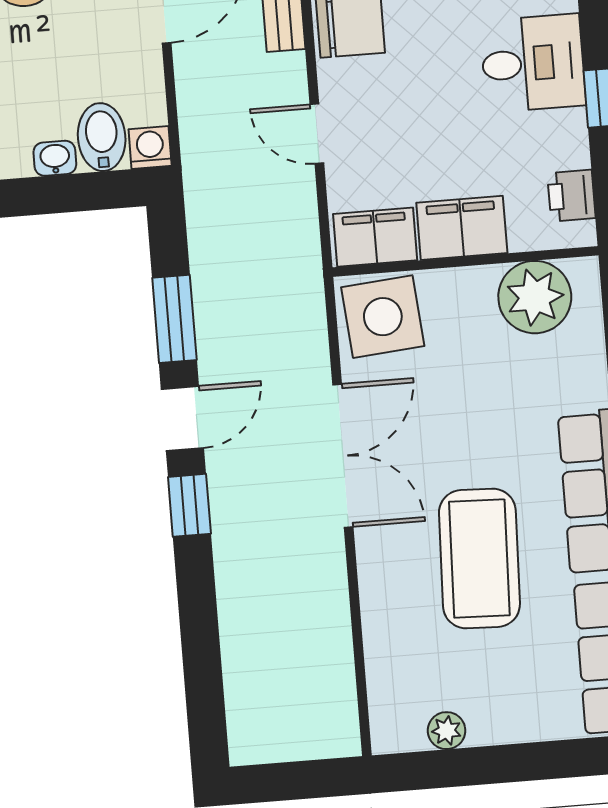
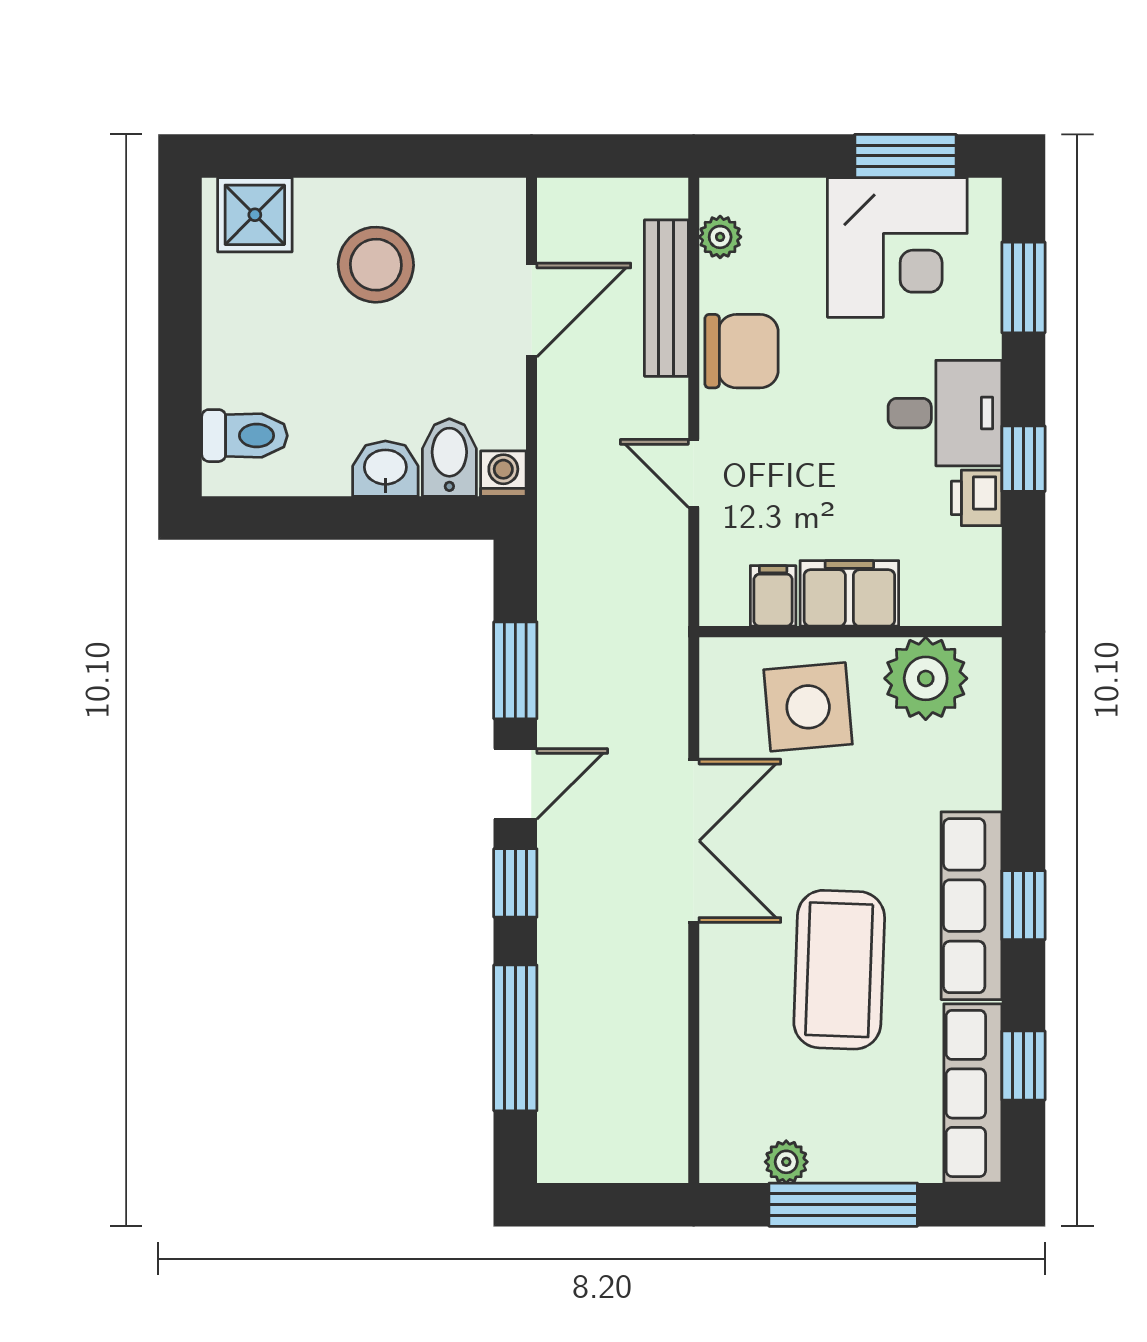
washbasin: (55, 158) -> (385, 469), width x1.38, depth x1.45
printer: (571, 196) -> (977, 498), moved
filing cabinet: (375, 237) -> (773, 596), width x0.50
side table: (383, 317) -> (808, 707), moved
window: (200, 641) -> (515, 1038), added
window: (499, 764) -> (843, 1205), added

